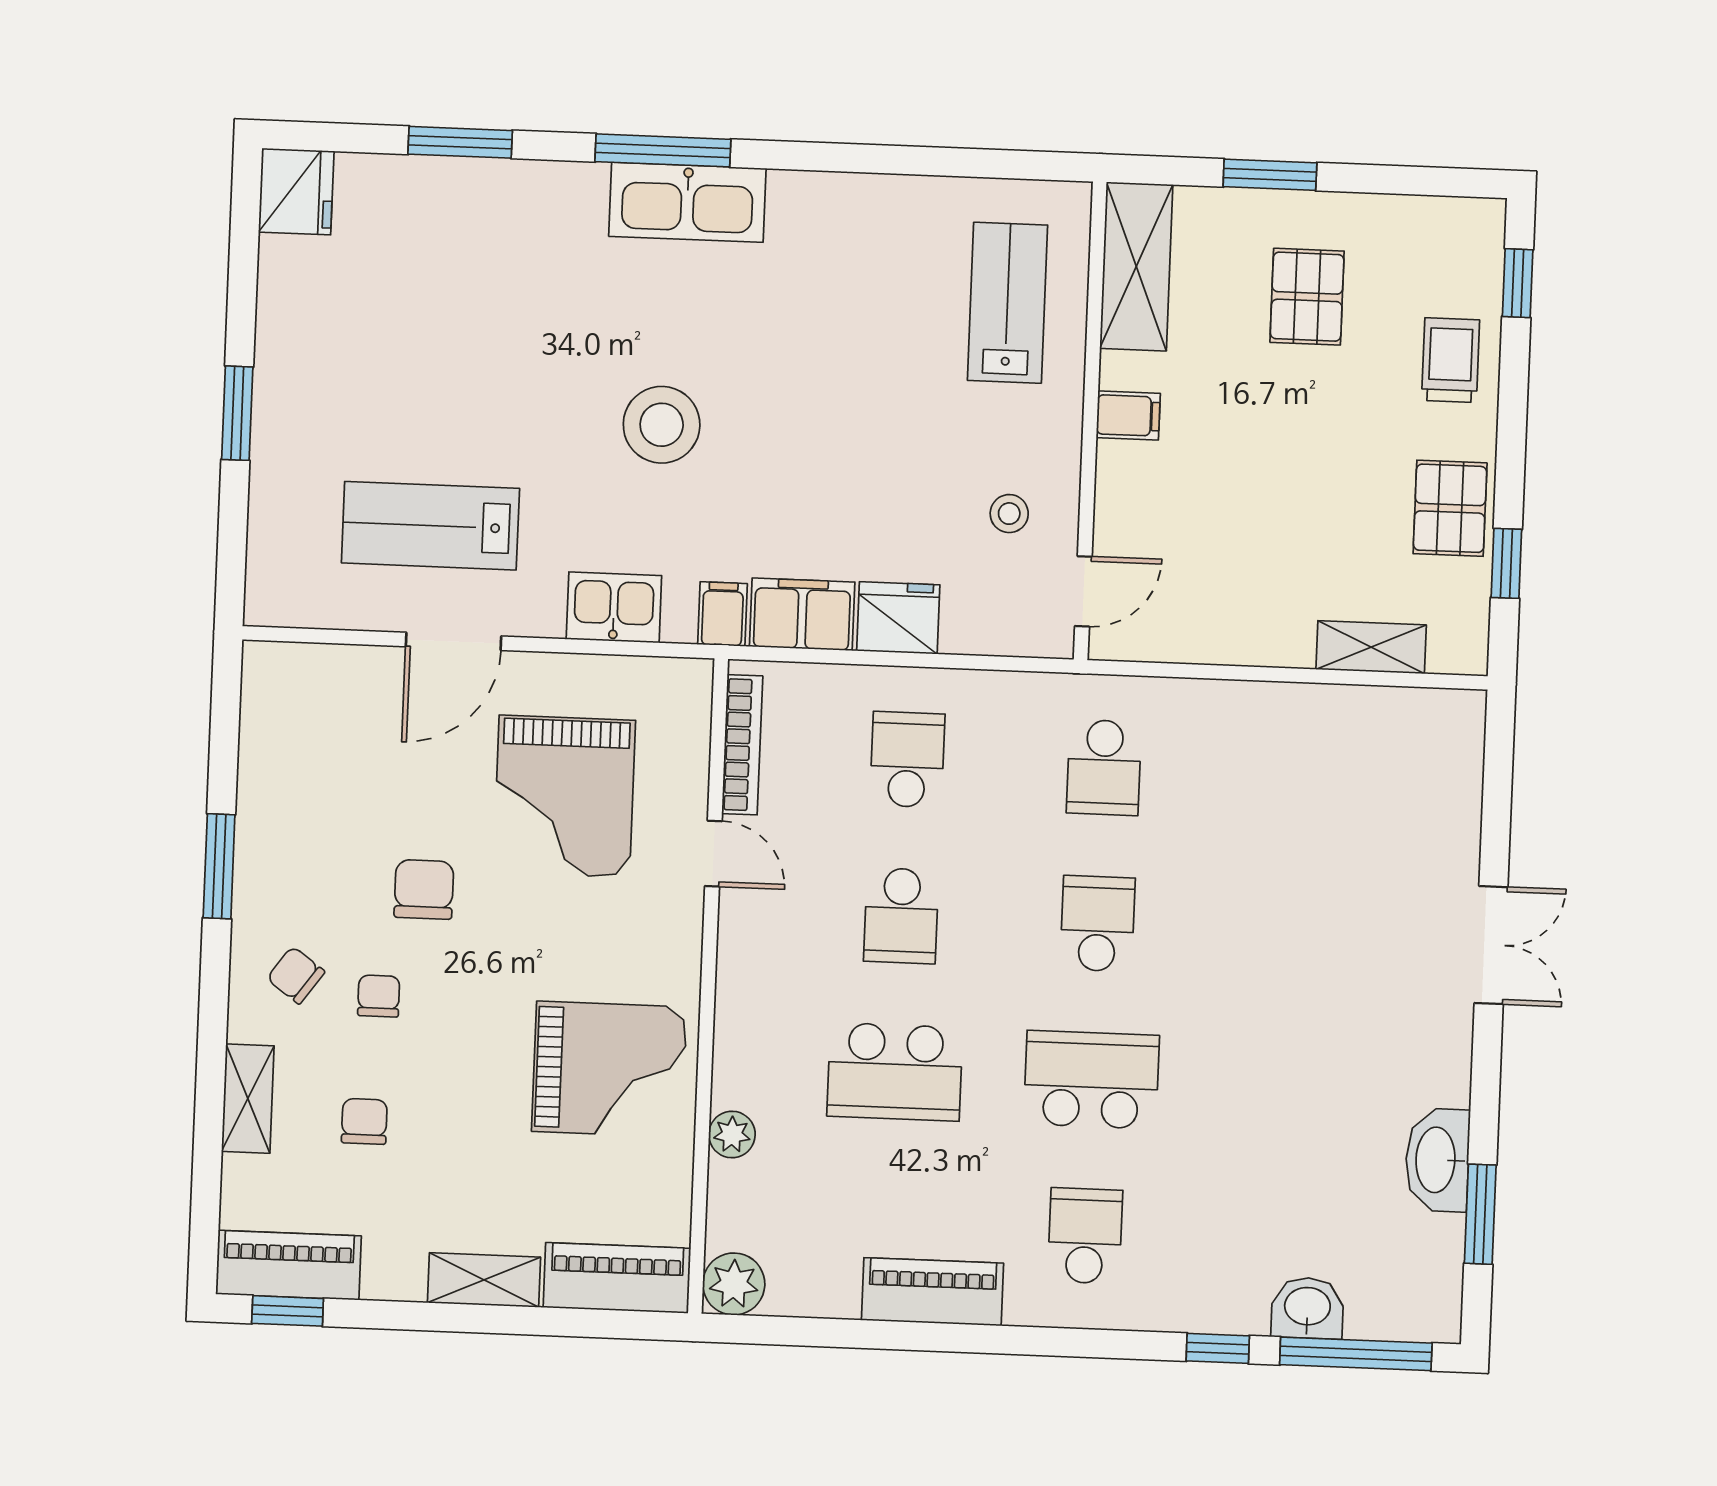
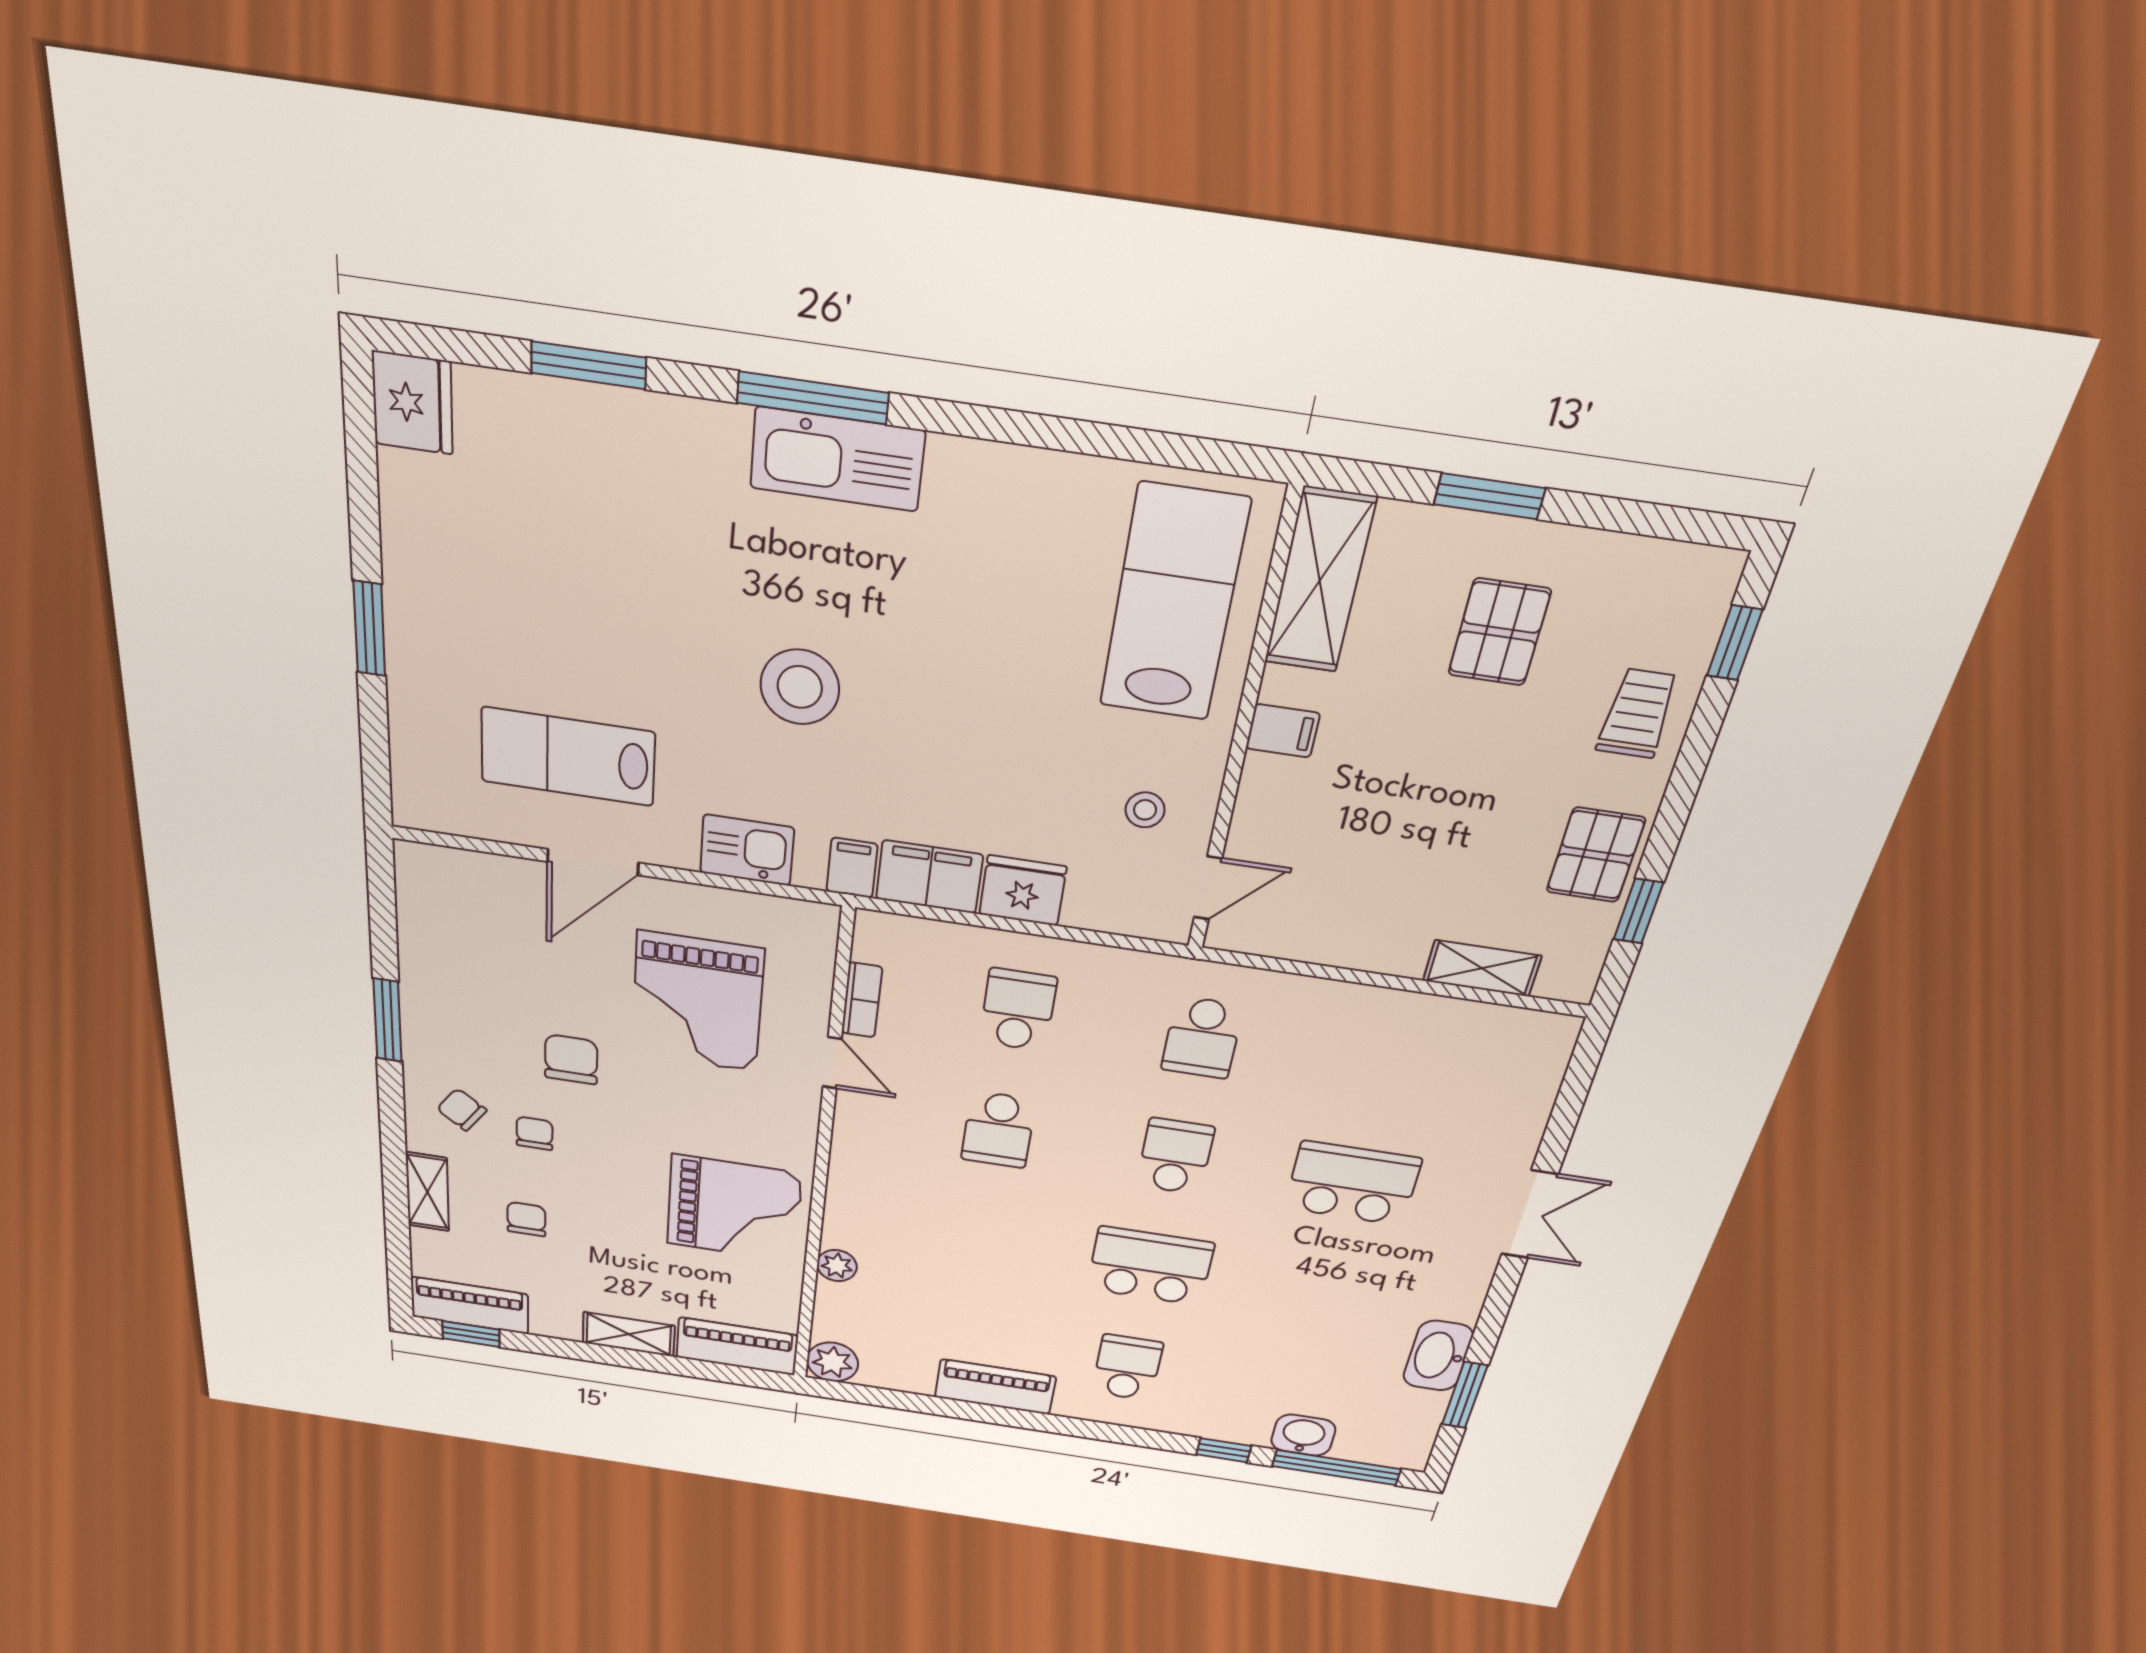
lab bench: (1008, 303) -> (1174, 604), width x1.36, depth x1.39
bookcase: (742, 745) -> (862, 1000), width x0.64
school desk: (895, 1072) -> (1353, 1183), moved, turned 180

